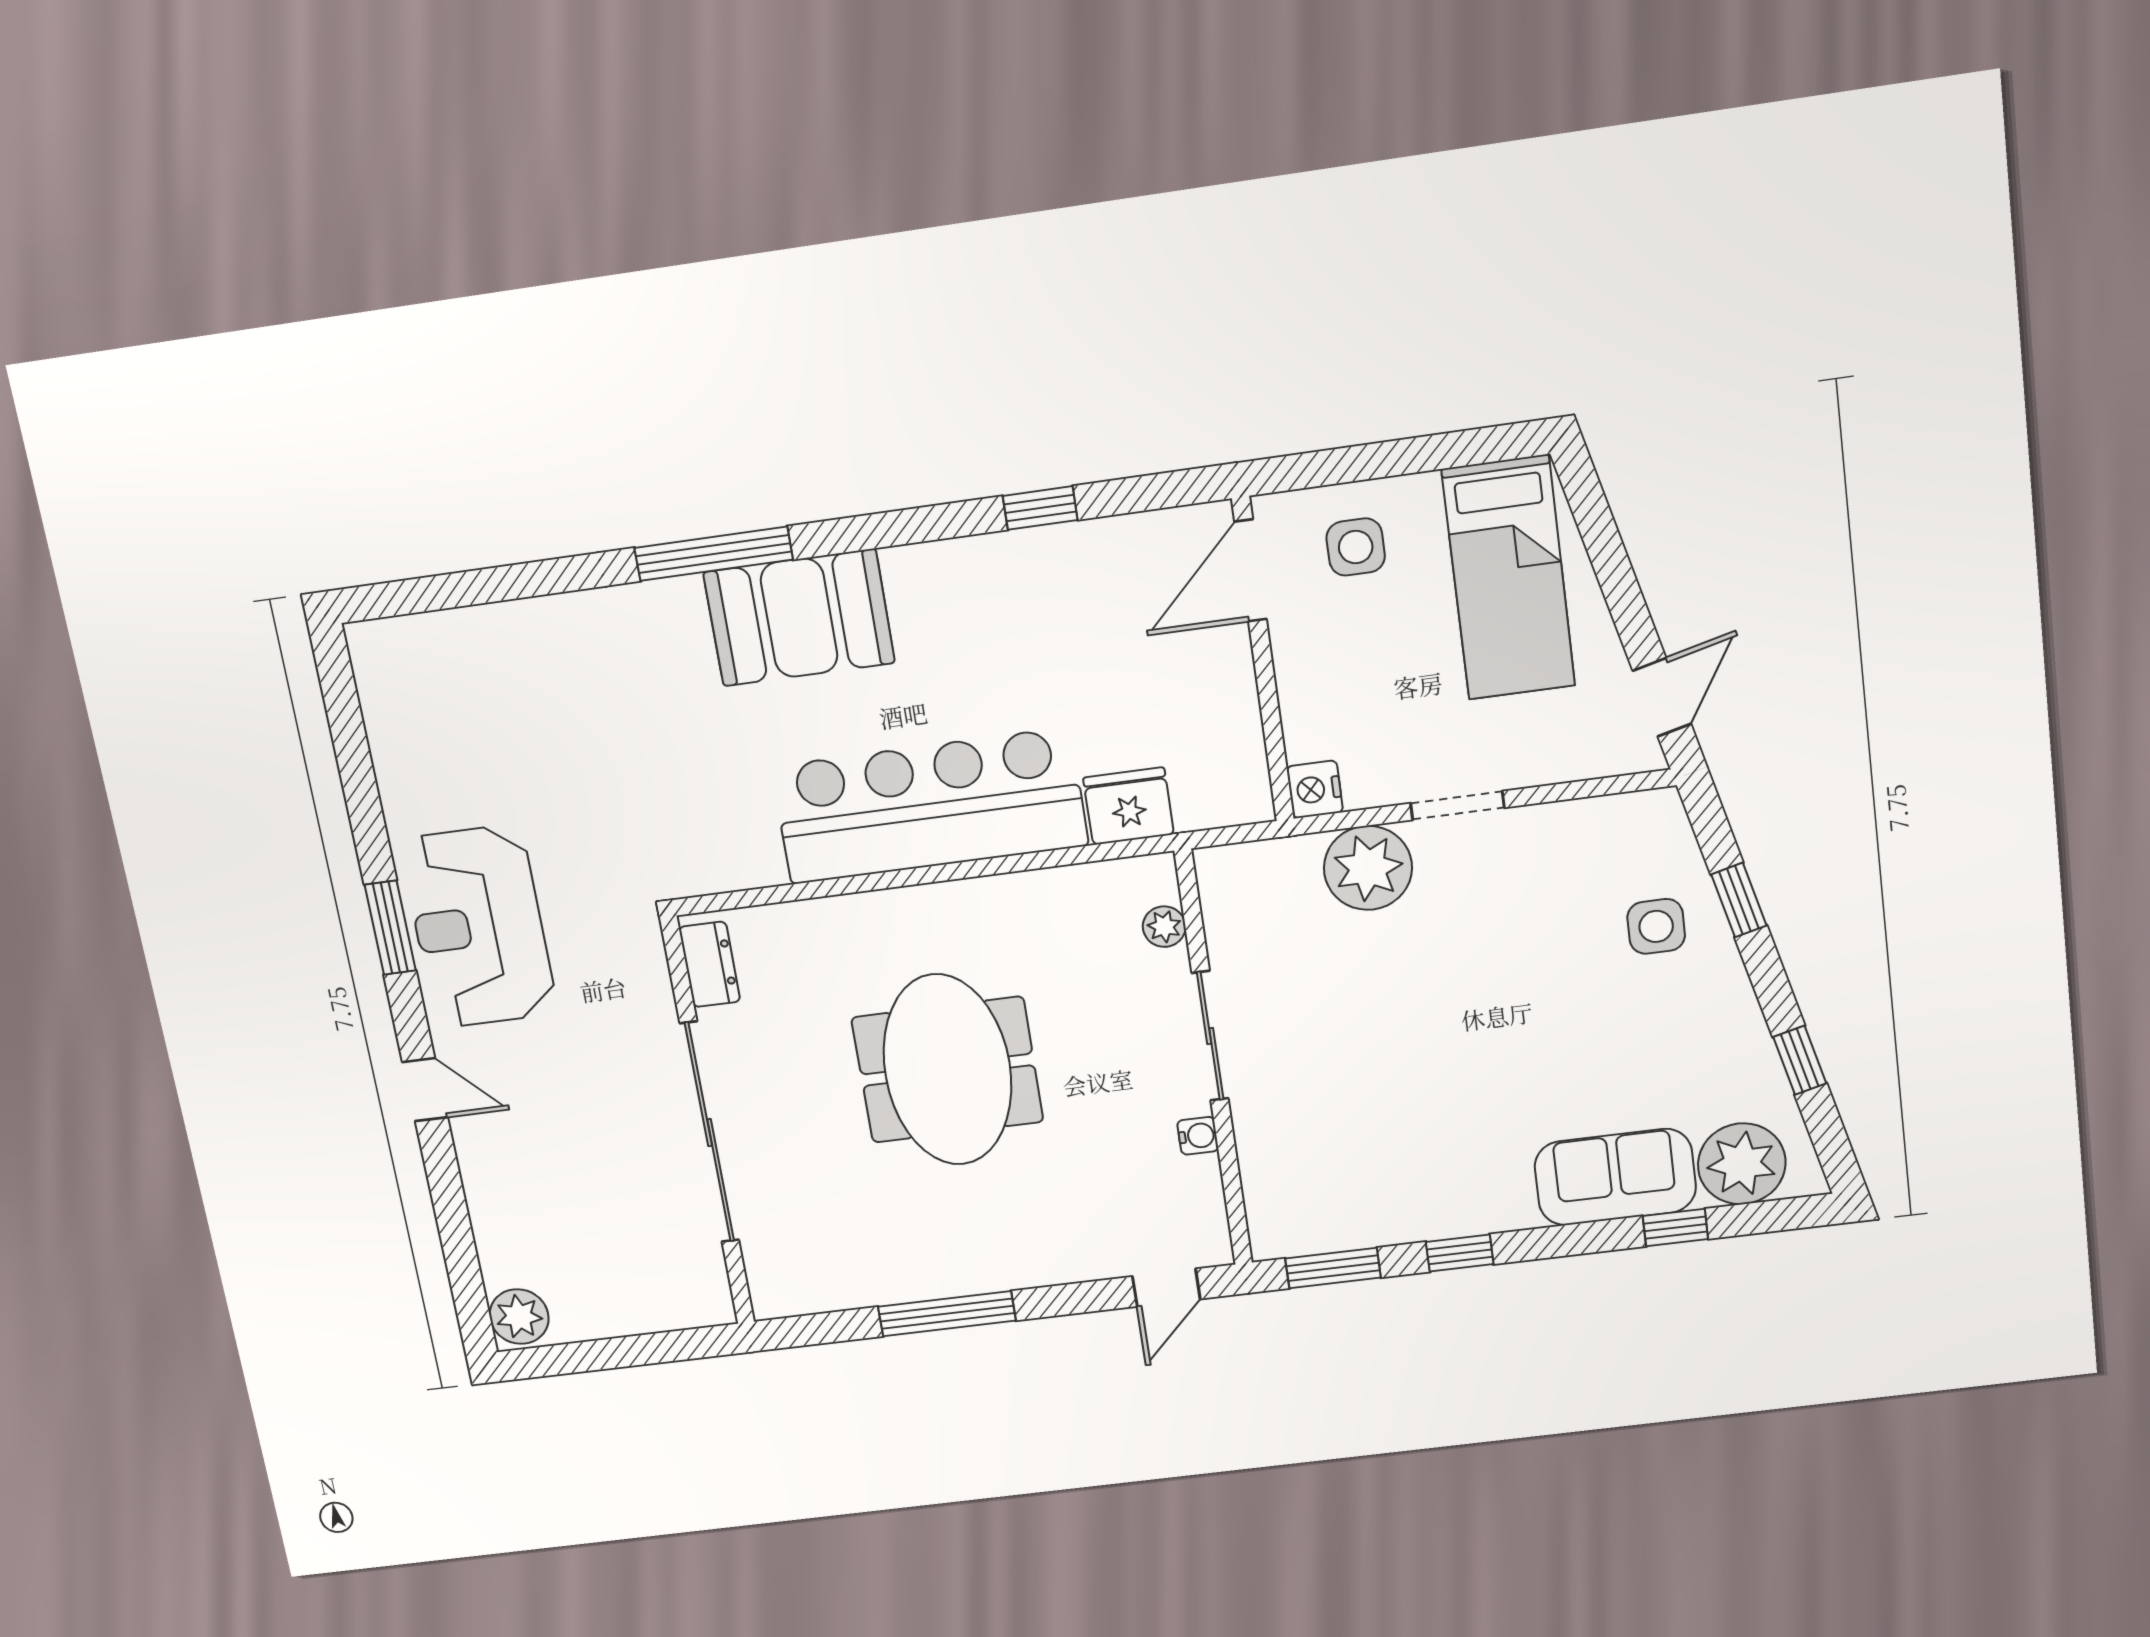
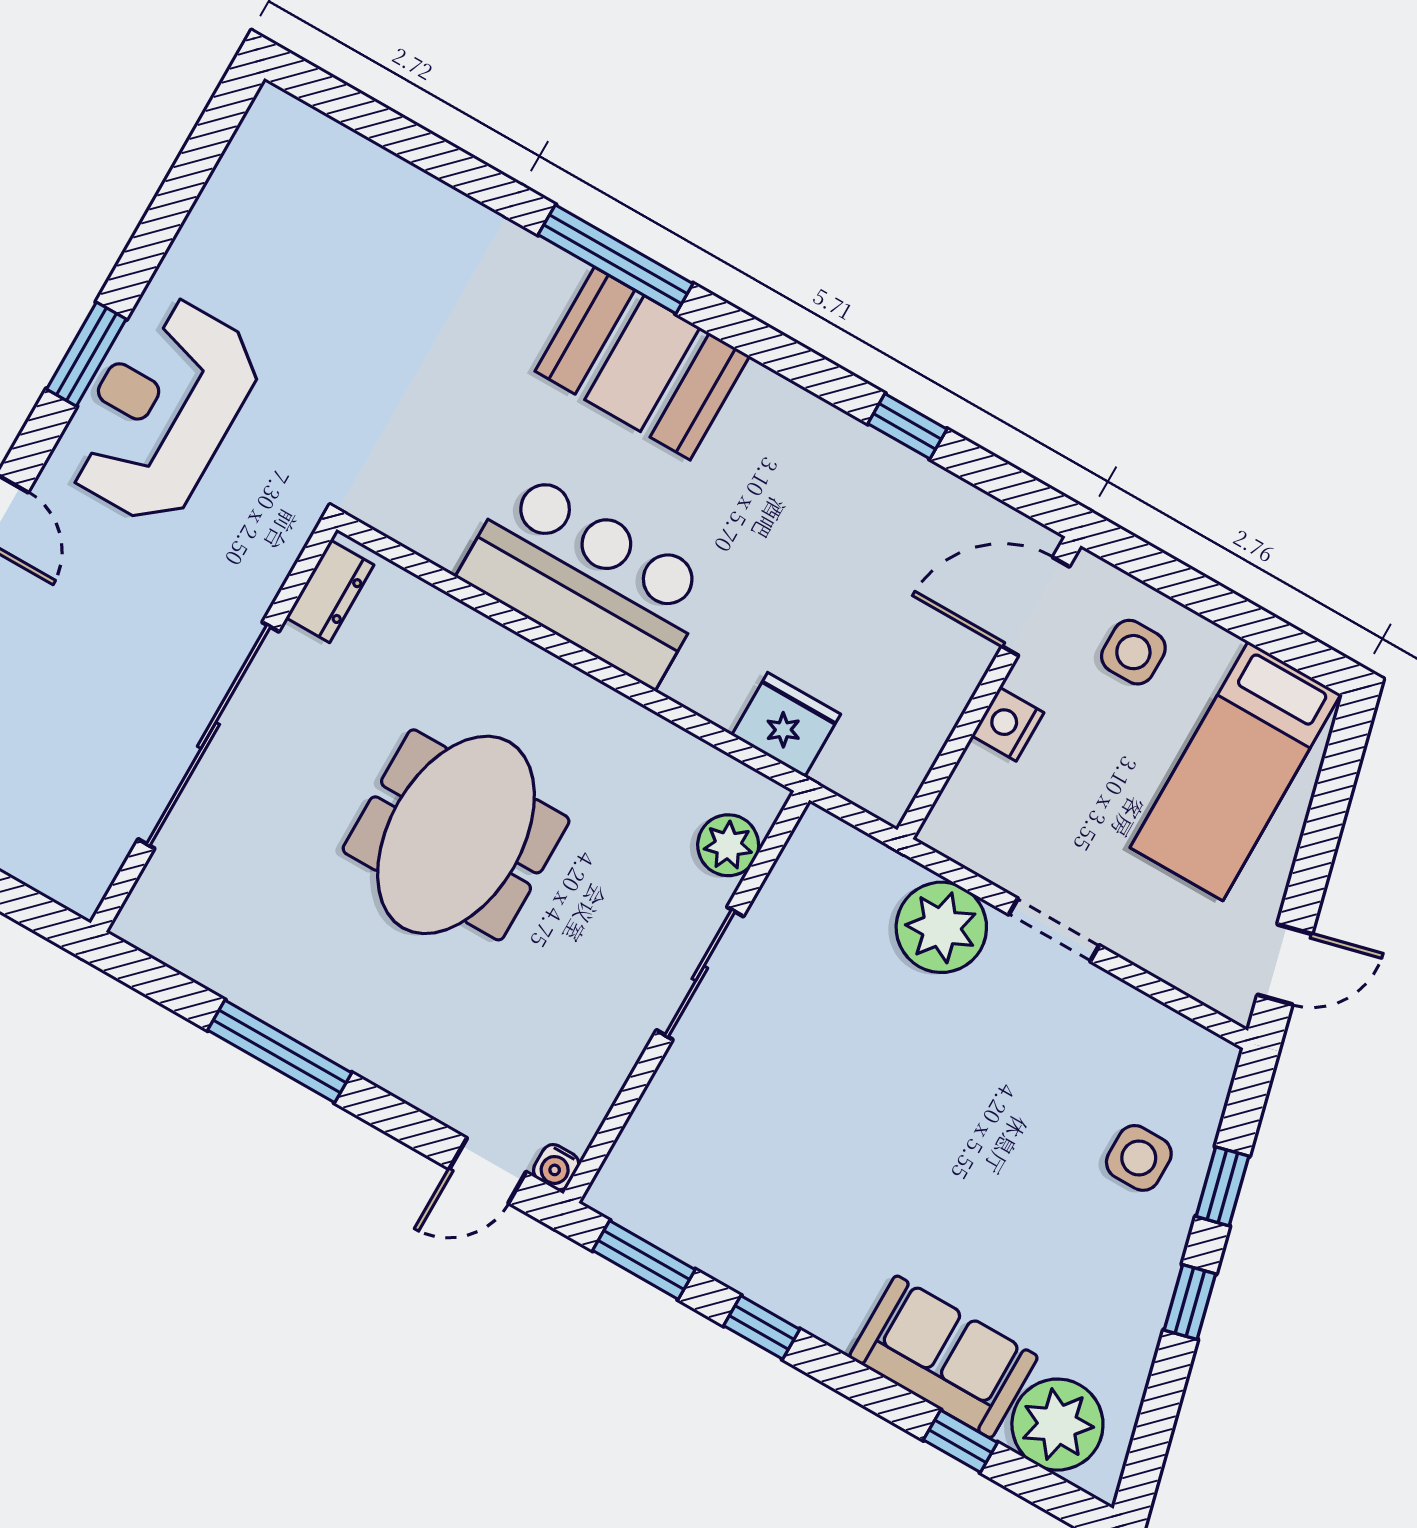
nightstand: (1315, 789) -> (1008, 724), moved
bar counter: (930, 806) -> (587, 579), width x0.73
plant: (1164, 927) -> (728, 845), width x1.38, depth x1.38
window: (1800, 1060) -> (1190, 1302), moved
water cooler: (1198, 1136) -> (556, 1167), moved, turned 90

